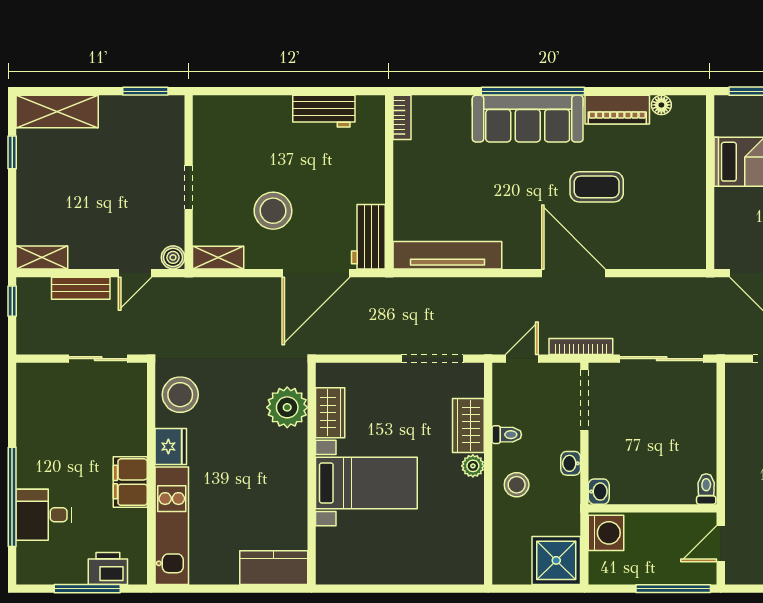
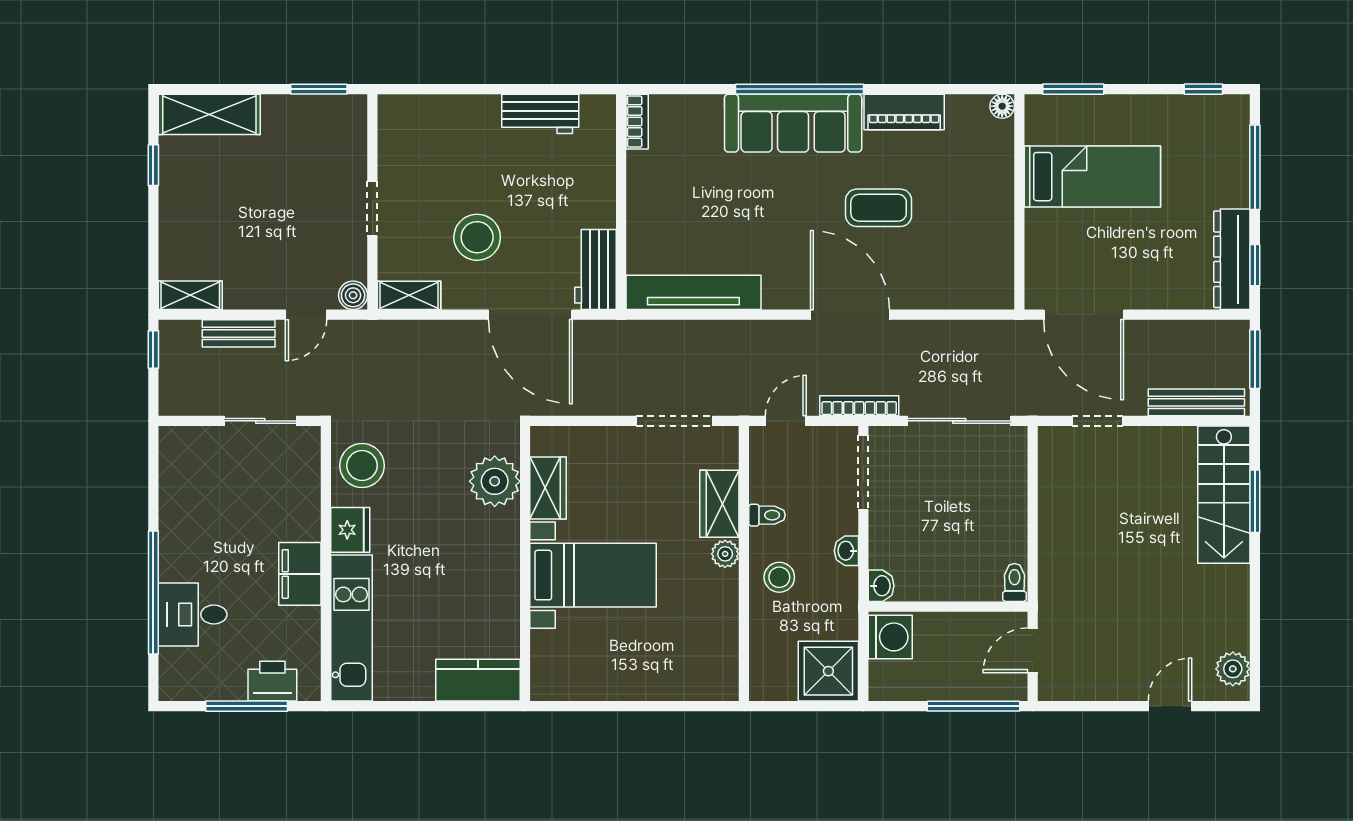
floor lamp: (661, 105) -> (1002, 106), moved
door: (316, 273) -> (530, 315), hinge flipped

